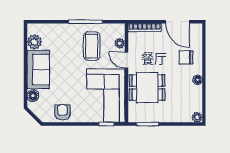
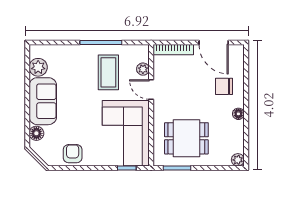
dining table: (147, 88) -> (186, 138), moved

